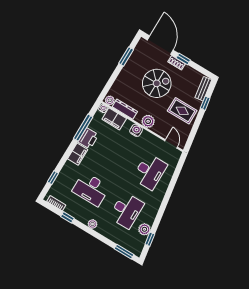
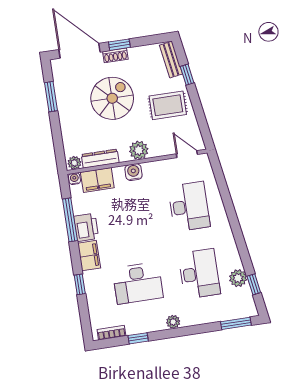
window: (53, 178) -> (80, 284), moved

